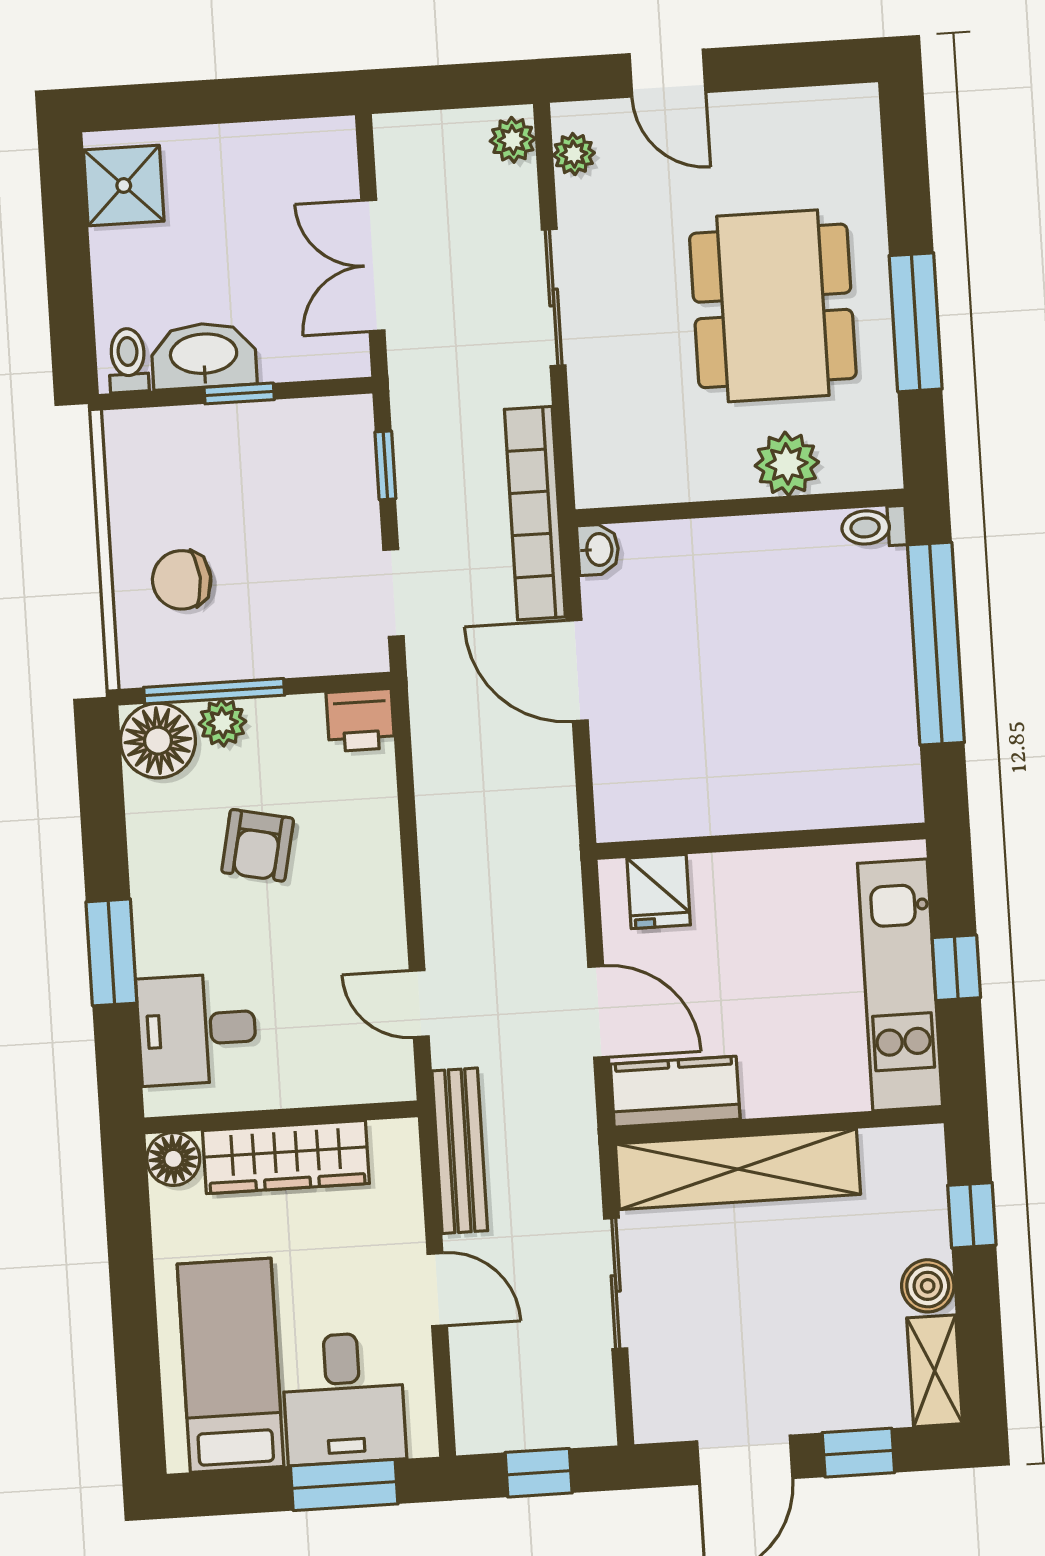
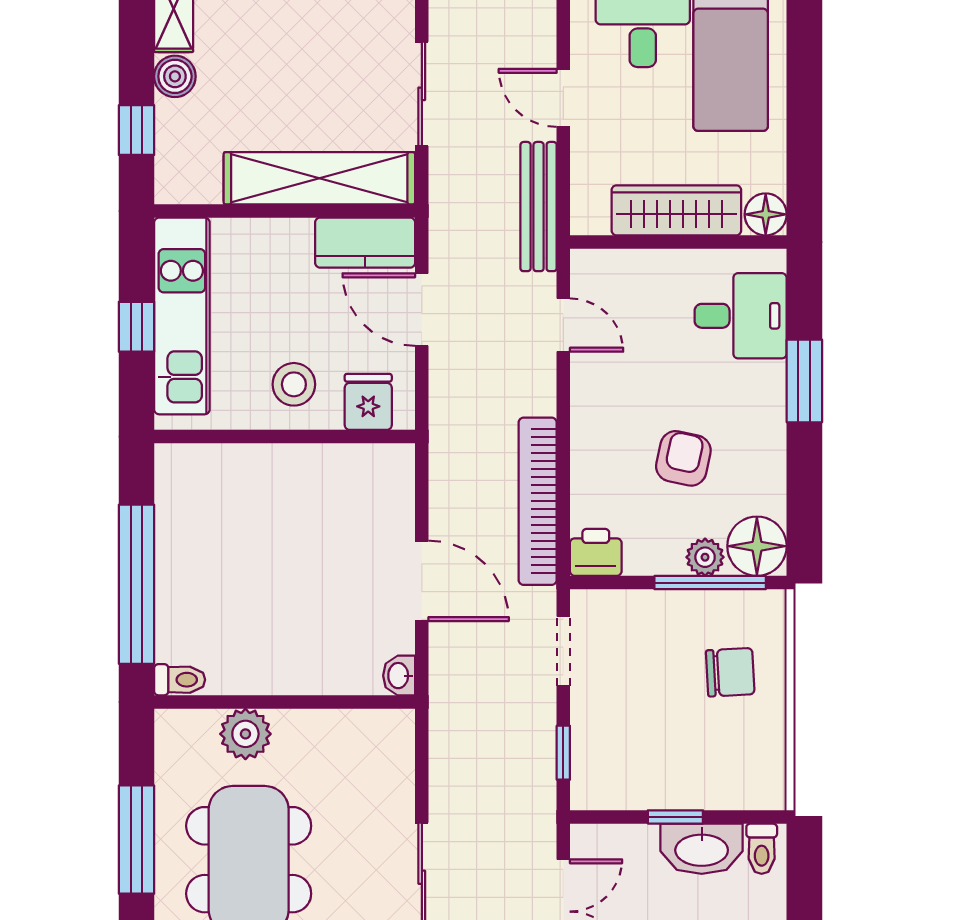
bookcase: (535, 513) -> (538, 501), moved, turned 180
stool: (754, 908) -> (294, 384), added

